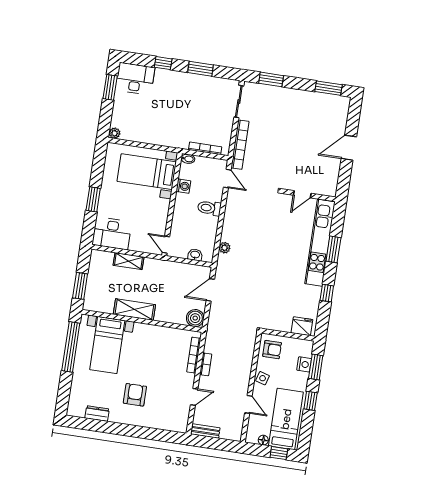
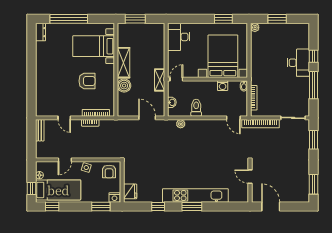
window: (201, 69) -> (313, 85), width x1.44
desk: (135, 79) -> (298, 63), moved
window: (110, 87) -> (277, 19), moved
bed with nightstands: (147, 172) -> (223, 56), width x1.36
door: (227, 179) -> (233, 118), hinge flipped
door: (302, 194) -> (250, 177), moved
wall: (309, 195) -> (250, 182), moved
window: (93, 199) -> (223, 19), moved
toilet: (209, 208) -> (196, 108), moved
shelving: (129, 261) -> (160, 80), moved
boiler: (195, 318) -> (124, 86), moved
window: (71, 347) -> (69, 19), moved
nightstand: (304, 364) -> (114, 197), moved
armchair: (135, 395) -> (87, 81), moved
window: (311, 401) -> (52, 206), moved
dresser: (97, 414) -> (41, 32), moved

